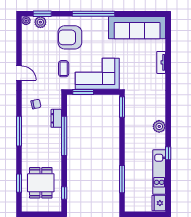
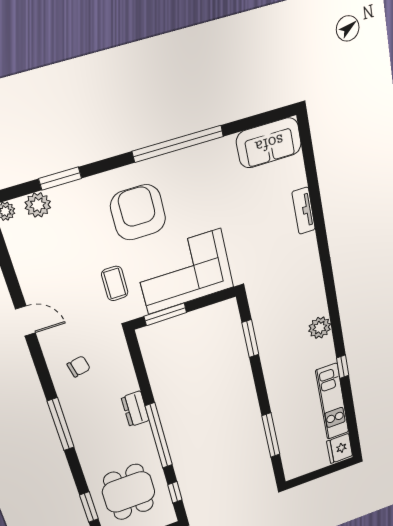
window: (42, 14) -> (60, 179), moved
window: (94, 14) -> (178, 144), moved
sofa: (137, 28) -> (269, 143), width x0.54, depth x0.79
armchair: (70, 37) -> (138, 212), moved, turned 90
window: (122, 107) -> (250, 339), moved
dresser: (56, 118) -> (135, 409), moved
window: (64, 136) -> (159, 436), moved

